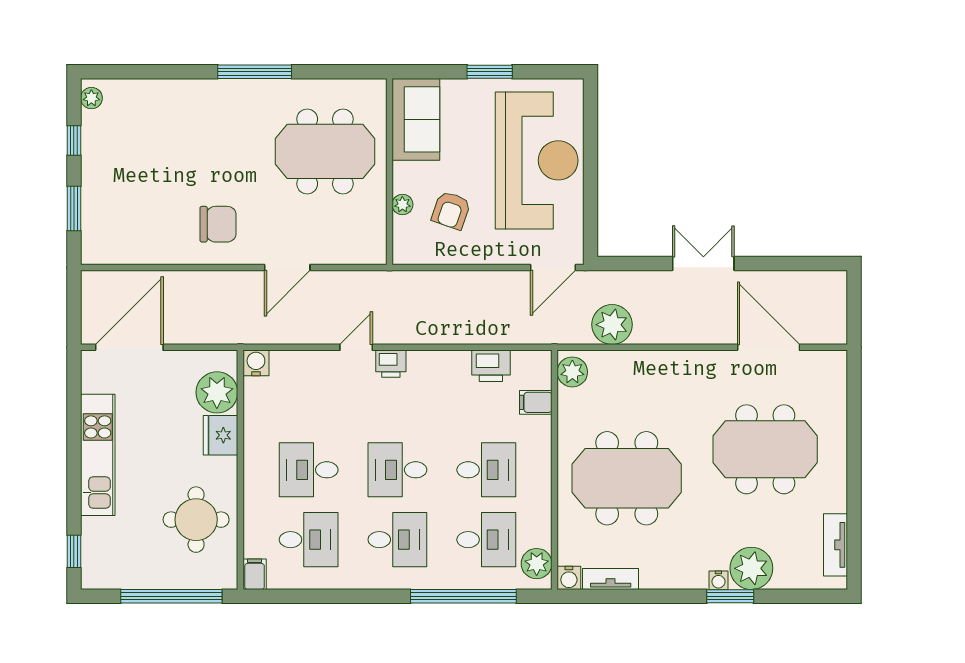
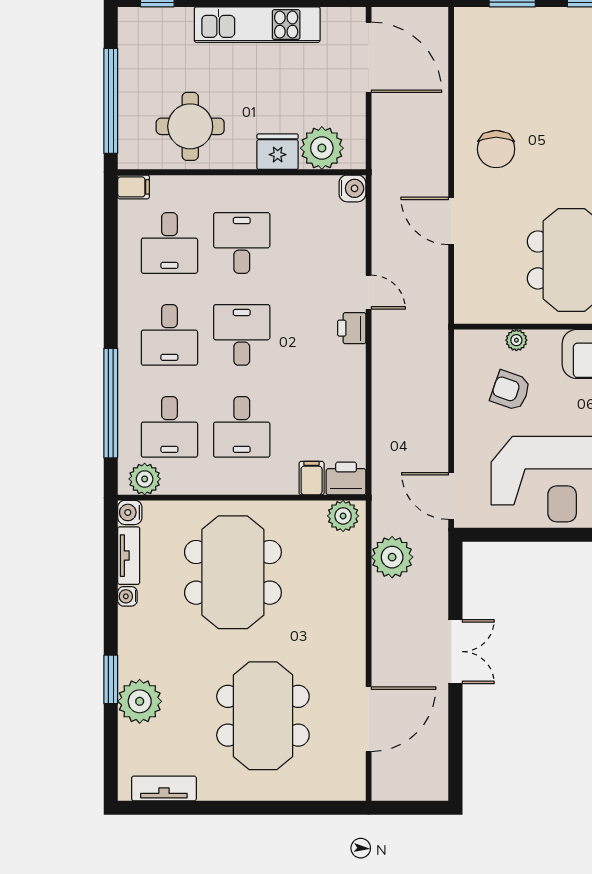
printer: (491, 366) -> (346, 478), moved, turned 90
water cooler: (718, 580) -> (127, 596), moved

